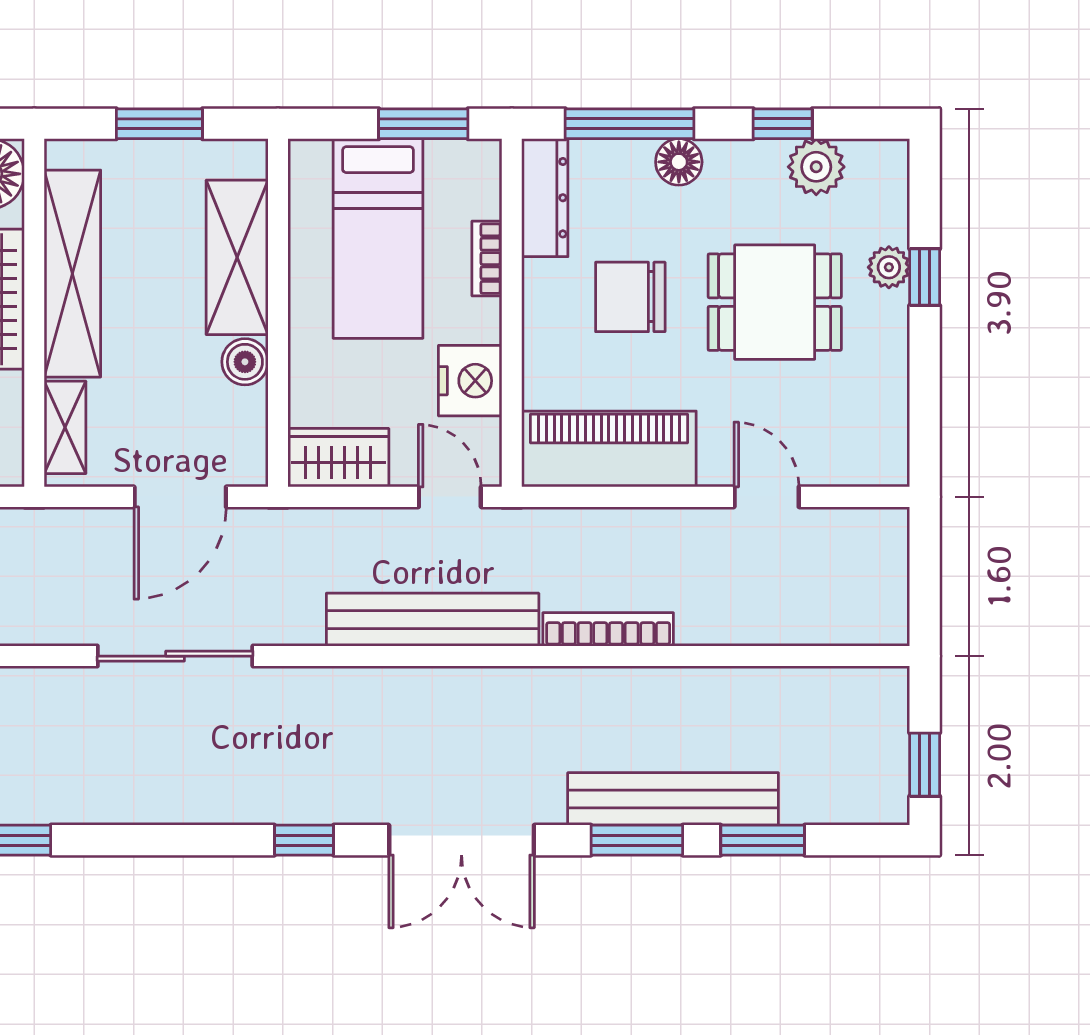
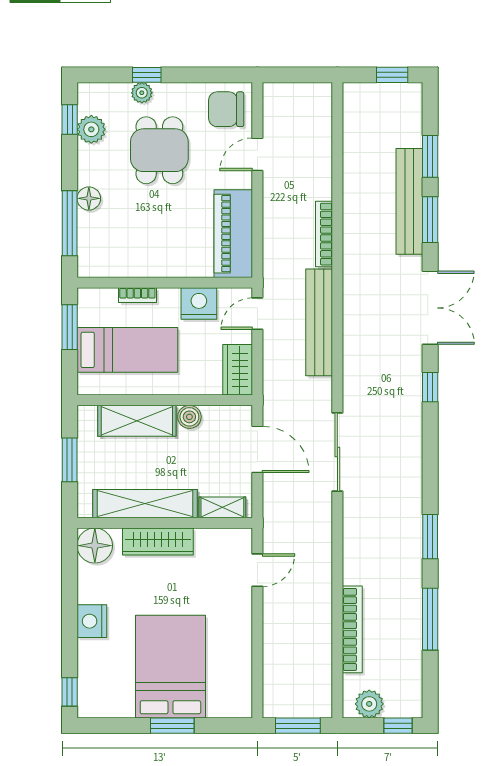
window: (783, 124) -> (70, 120), moved
dresser: (545, 198) -> (107, 266), removed
chair: (630, 297) -> (226, 109), moved, turned 90

